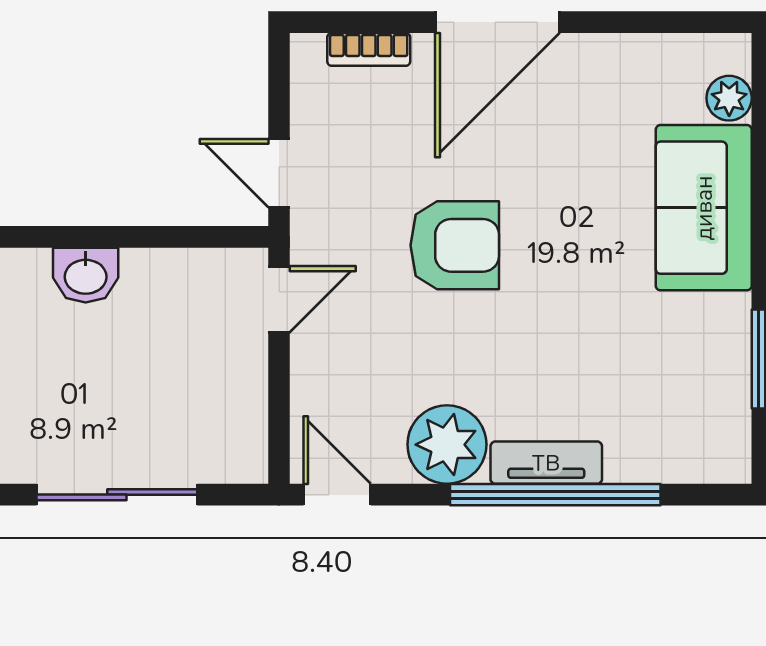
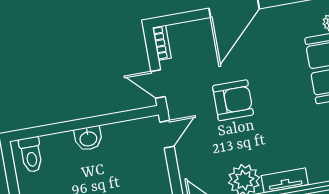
bookcase: (369, 49) -> (162, 43), moved, turned -90

